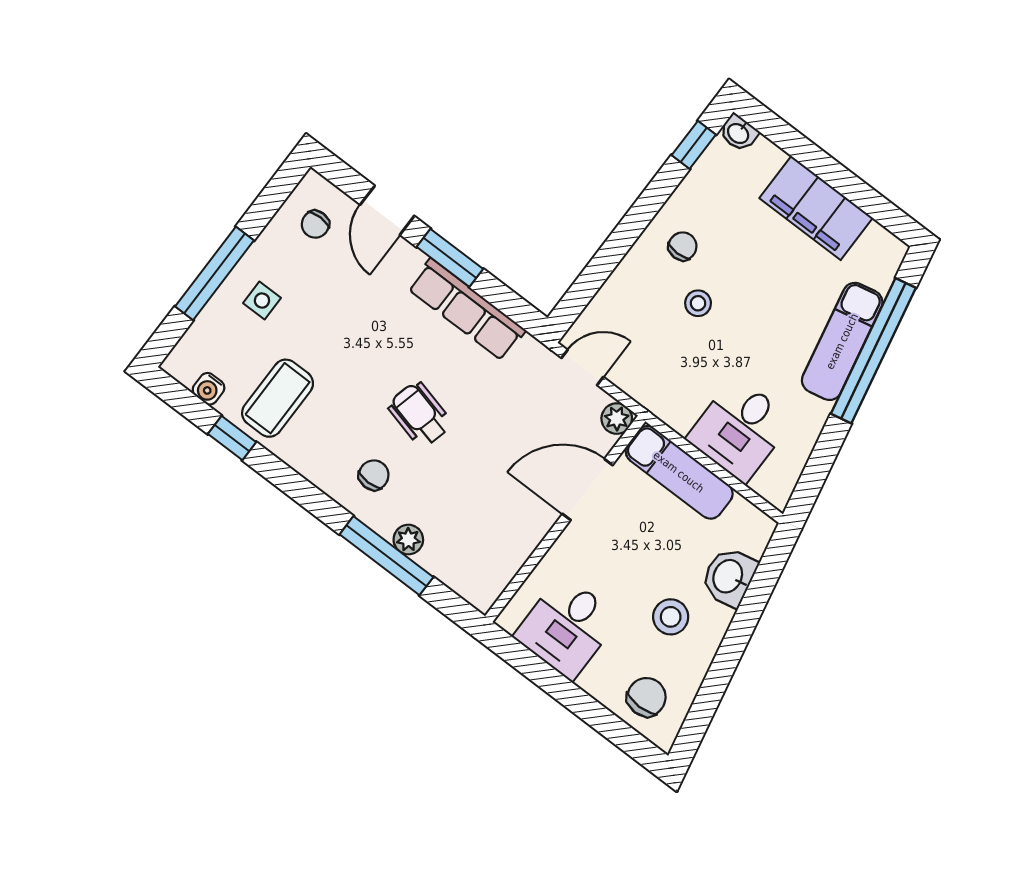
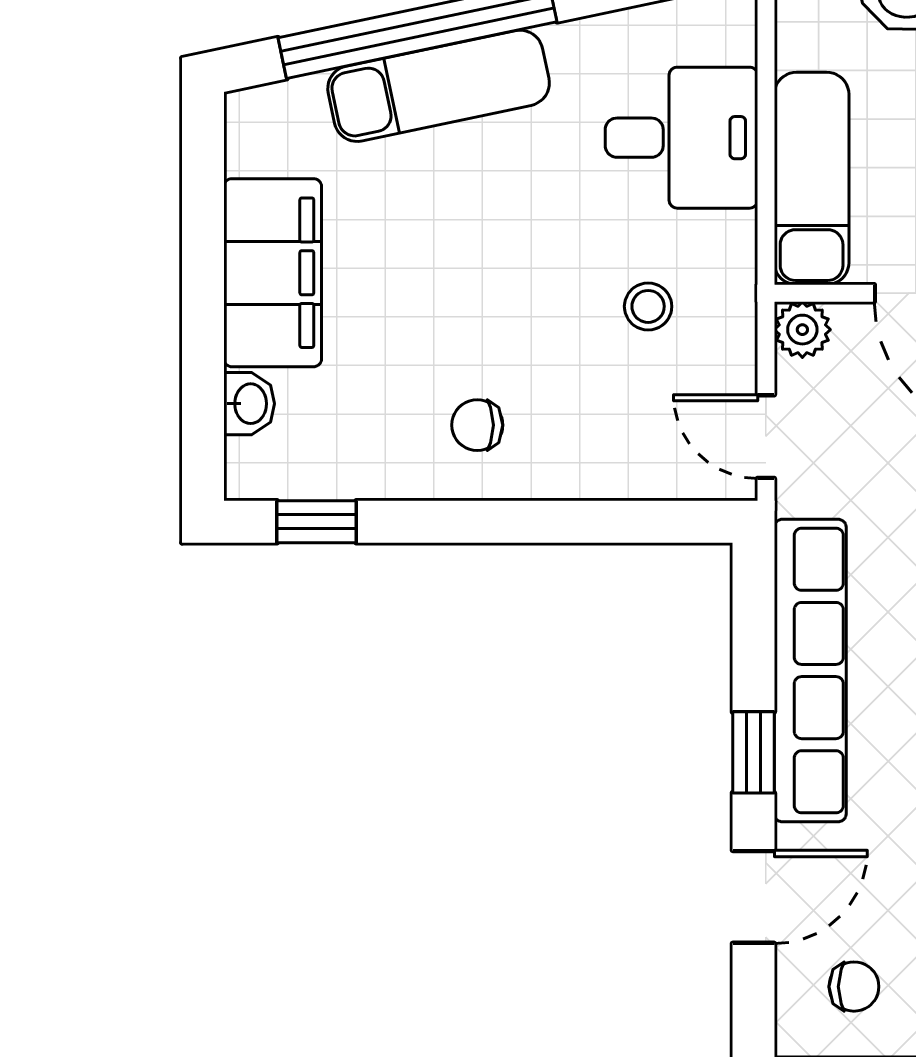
washbasin: (739, 133) -> (249, 404), moved
window: (450, 258) -> (753, 752), width x0.67
stool: (698, 303) -> (648, 306), moved
row of seats: (467, 309) -> (810, 671), width x1.36

